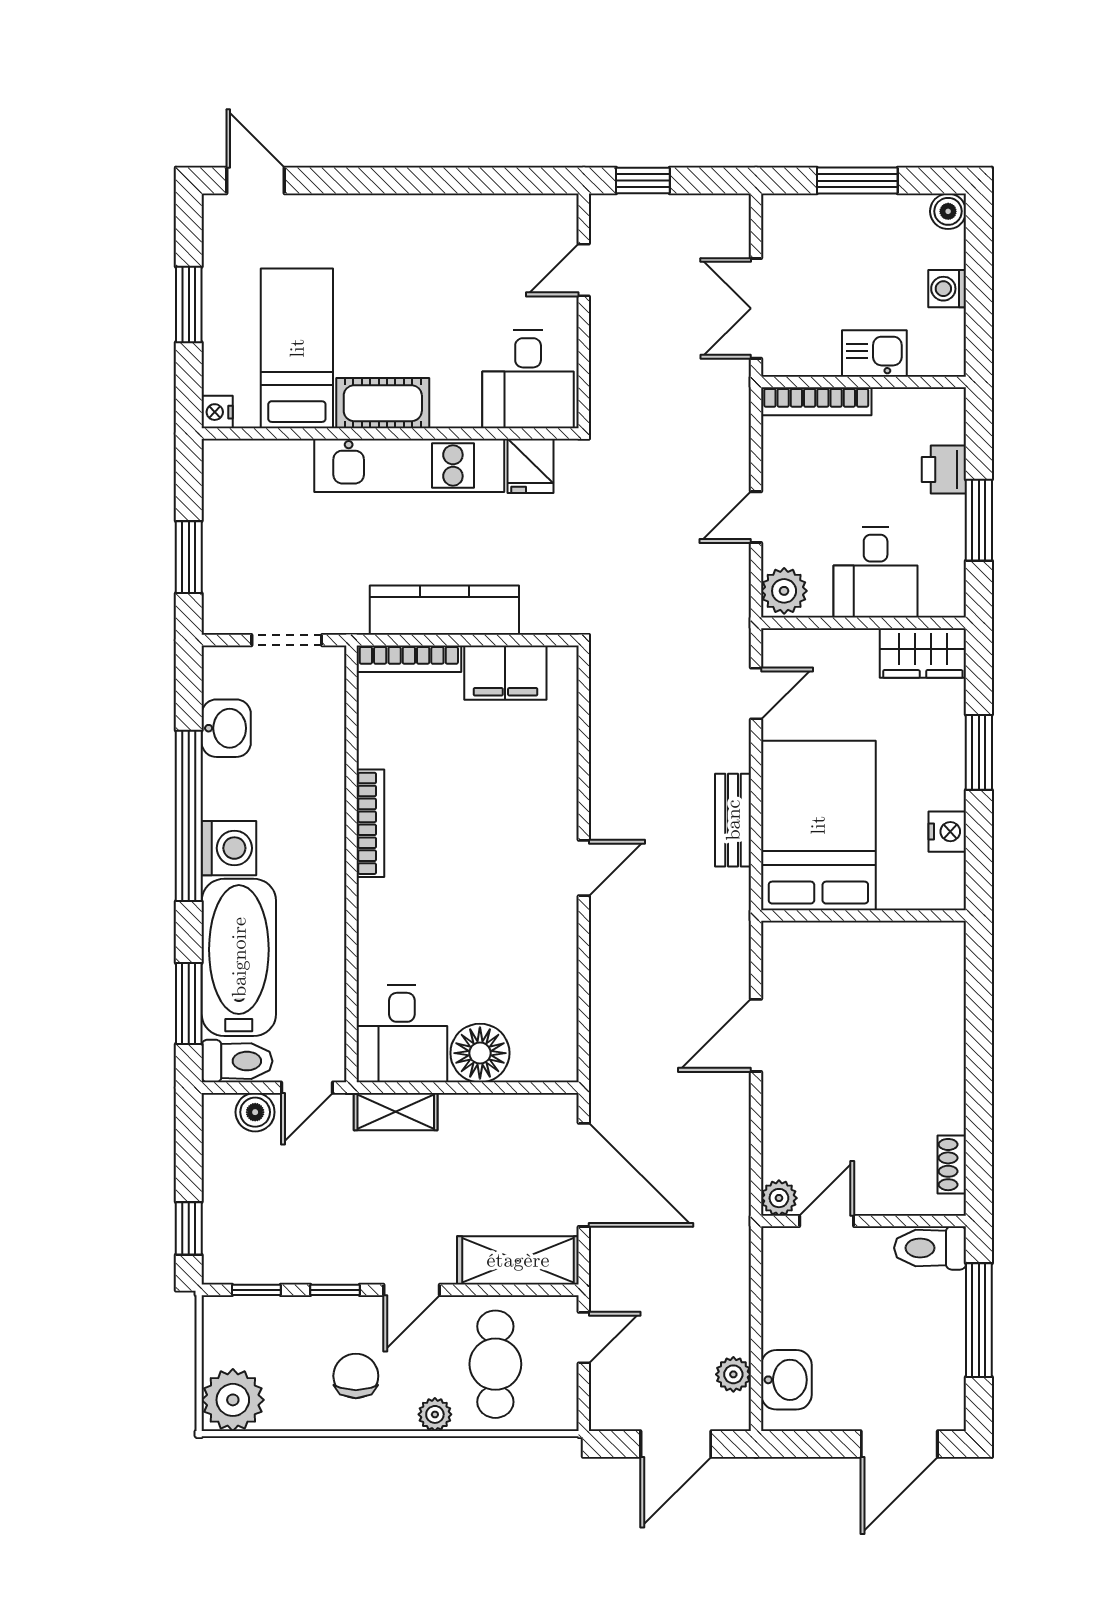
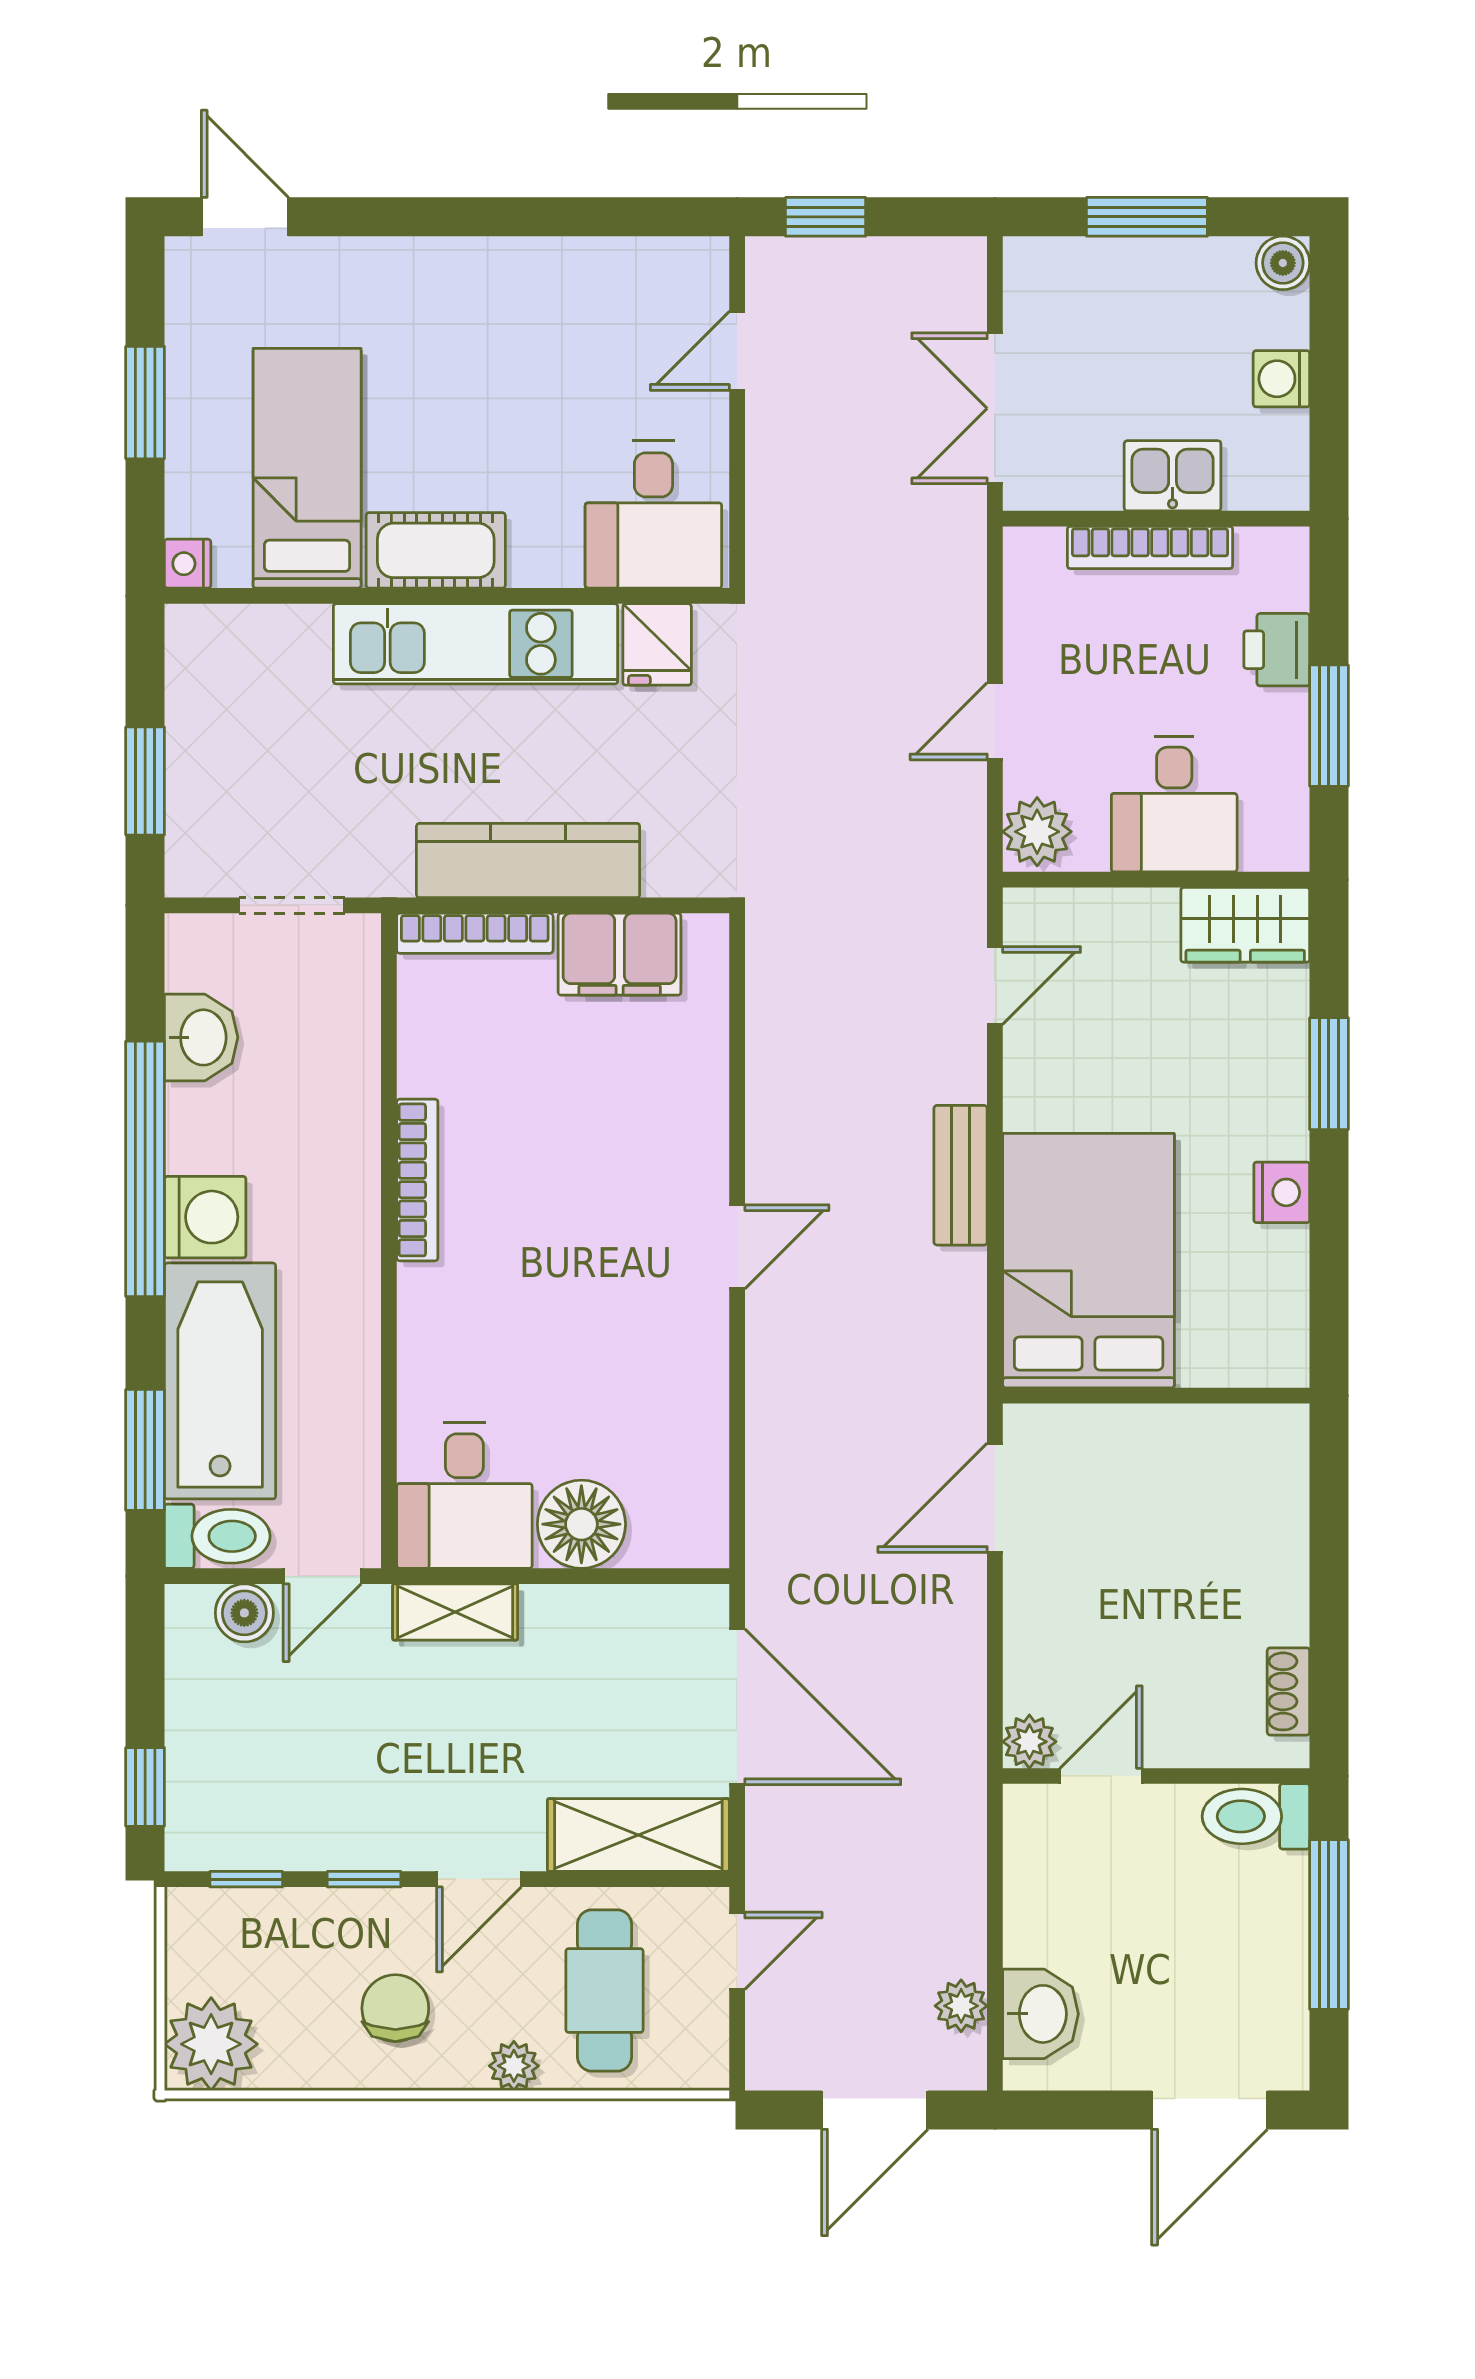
bookcase: (816, 401) -> (1150, 547), moved
bed: (818, 825) -> (1089, 1261), moved
wall: (864, 916) -> (1156, 1396), moved

